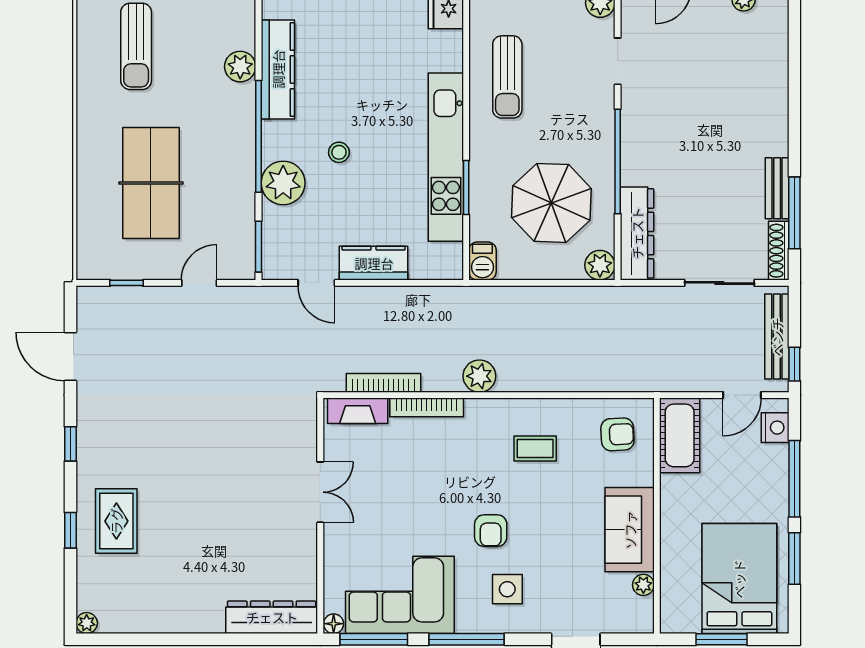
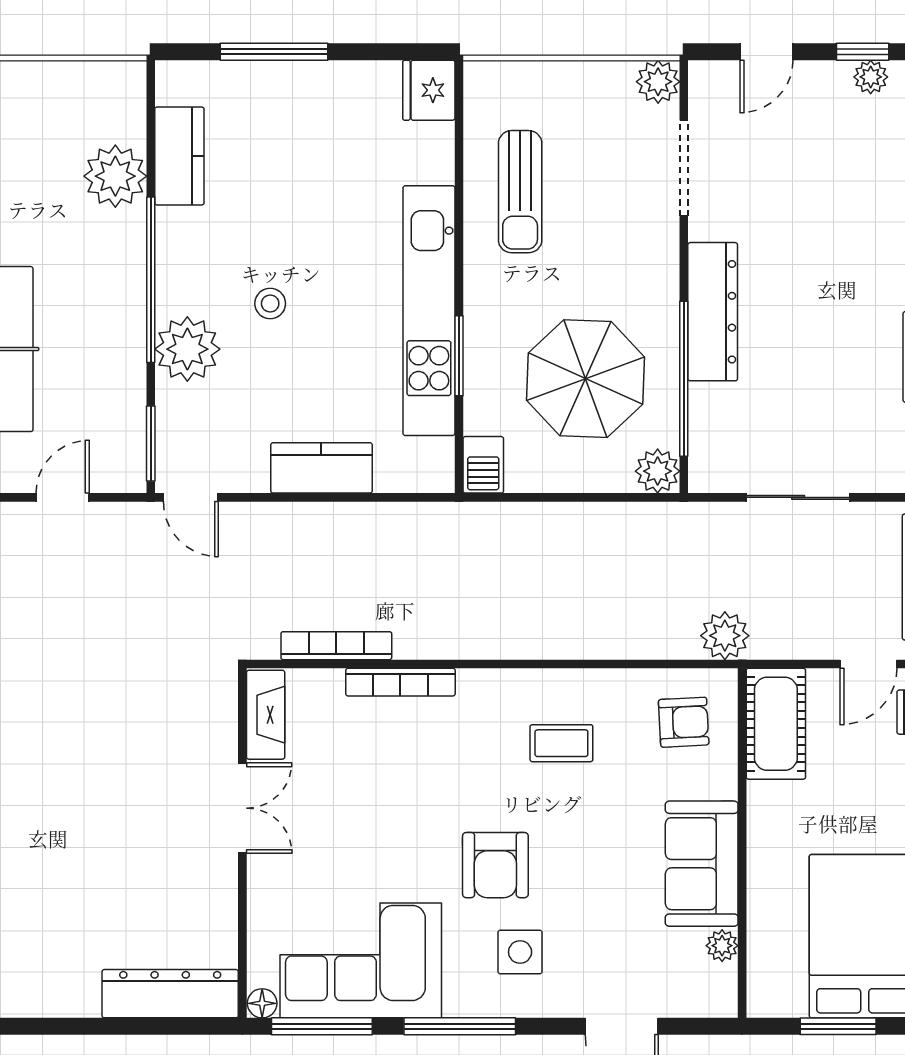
doorway: (618, 61) -> (684, 168), width x1.38
plant: (240, 67) -> (115, 176), width x1.36, depth x1.36
kitchen counter: (278, 69) -> (179, 156), width x0.67
window: (618, 161) -> (684, 379), moved
dresser: (637, 233) -> (713, 312), moved
door: (316, 283) -> (191, 497), moved
sliding door: (719, 283) -> (798, 497), moved
plant: (479, 376) -> (725, 636), moved
fireplace: (358, 411) -> (266, 715), moved, turned -90
armchair: (491, 531) -> (495, 865), width x1.38, depth x1.38

